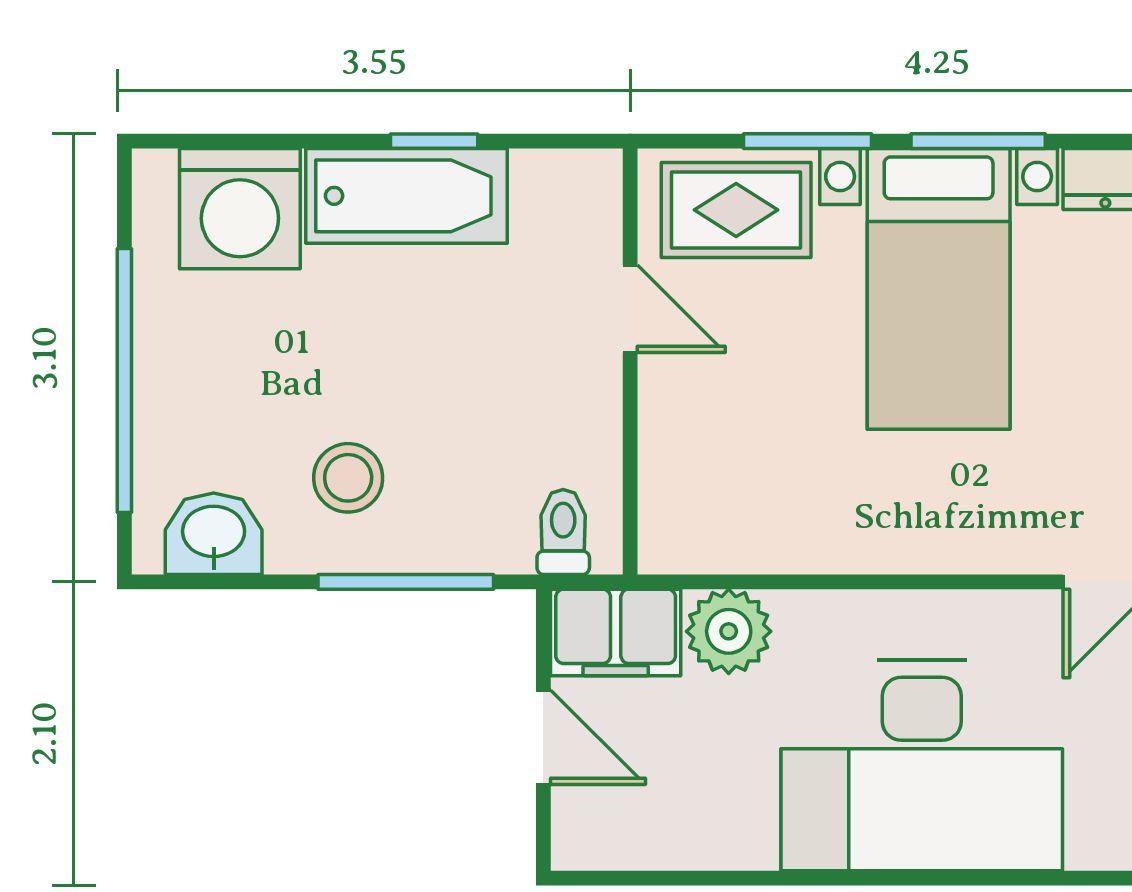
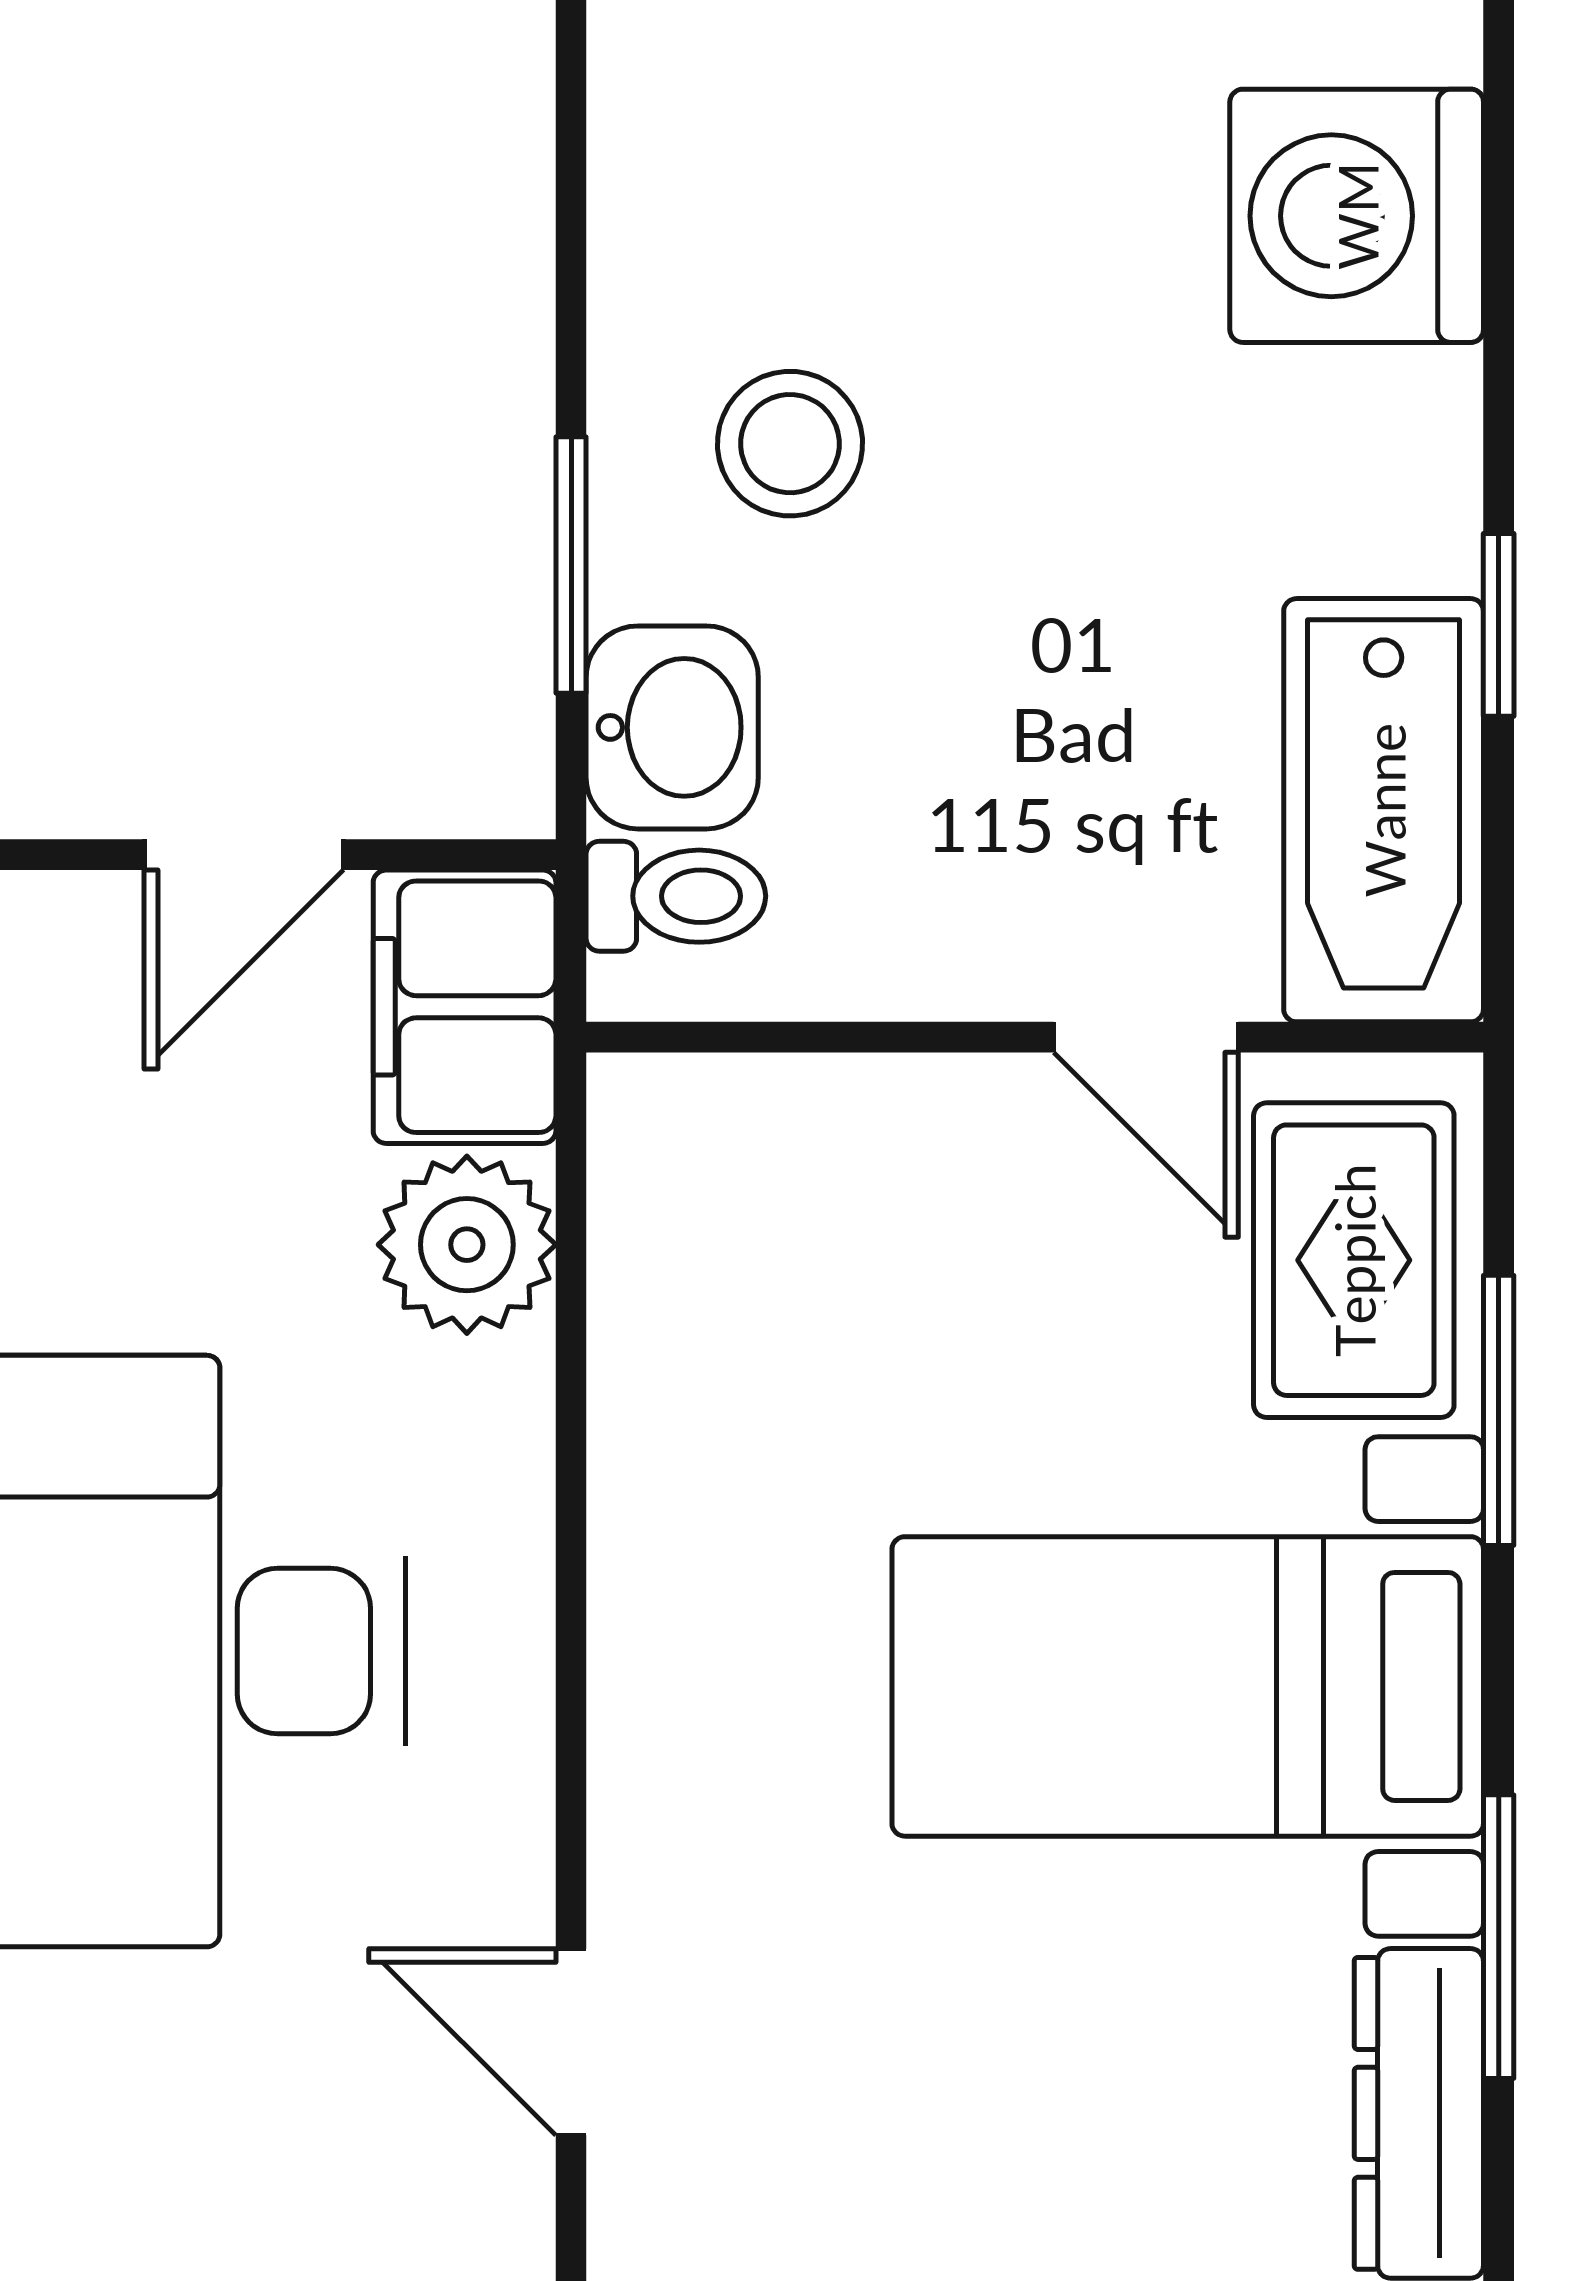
window: (978, 141) -> (1499, 1937), moved
bathtub: (406, 196) -> (1384, 810), moved
door: (630, 309) -> (1146, 1037), hinge flipped
washbasin: (214, 534) -> (672, 727), moved
window: (406, 582) -> (571, 565), width x0.69

